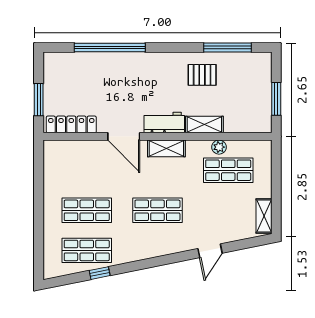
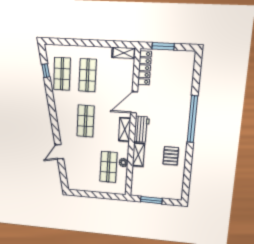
window: (110, 48) -> (192, 119), moved
window: (227, 48) -> (187, 173), removed
shelving: (264, 216) -> (124, 53), moved
door: (210, 251) -> (59, 152), hinge flipped
window: (100, 273) -> (46, 71), moved

